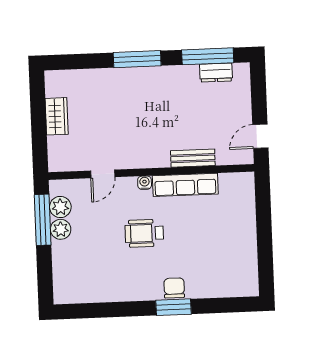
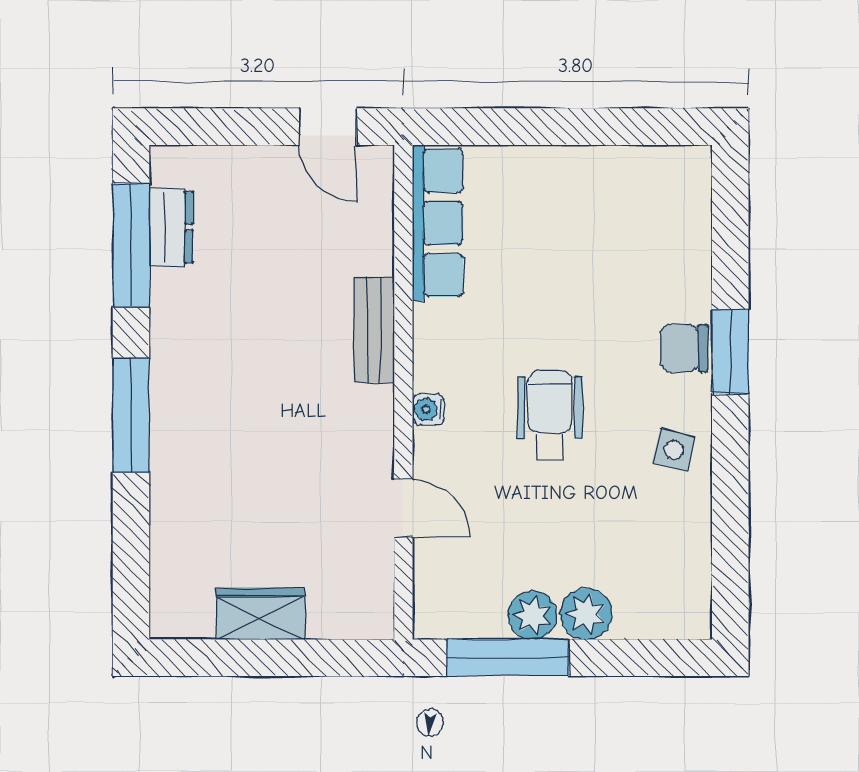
bench: (193, 158) -> (374, 330), moved
row of seats: (185, 185) -> (438, 223), moved
plant: (60, 207) -> (586, 614), moved
wheelchair: (144, 233) -> (550, 415), turned 180
side table: (132, 285) -> (674, 450), added

